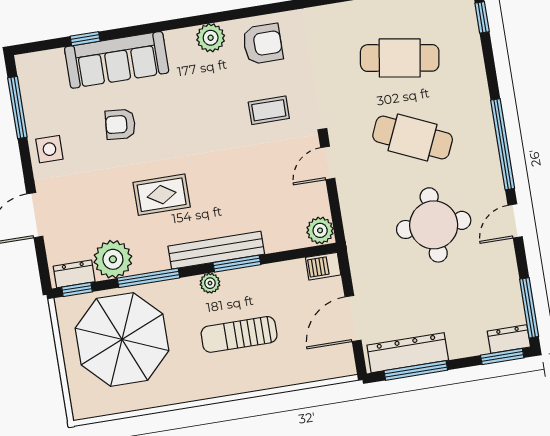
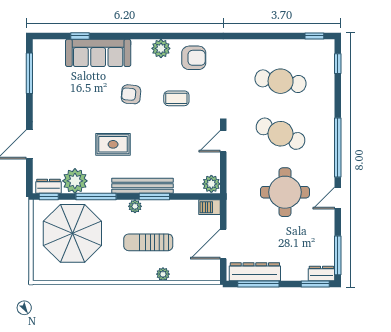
coffee table: (269, 110) -> (176, 98), moved
armchair: (120, 124) -> (131, 94), moved
side table: (49, 149) -> (46, 103), removed
plant: (269, 379) -> (163, 274), added

